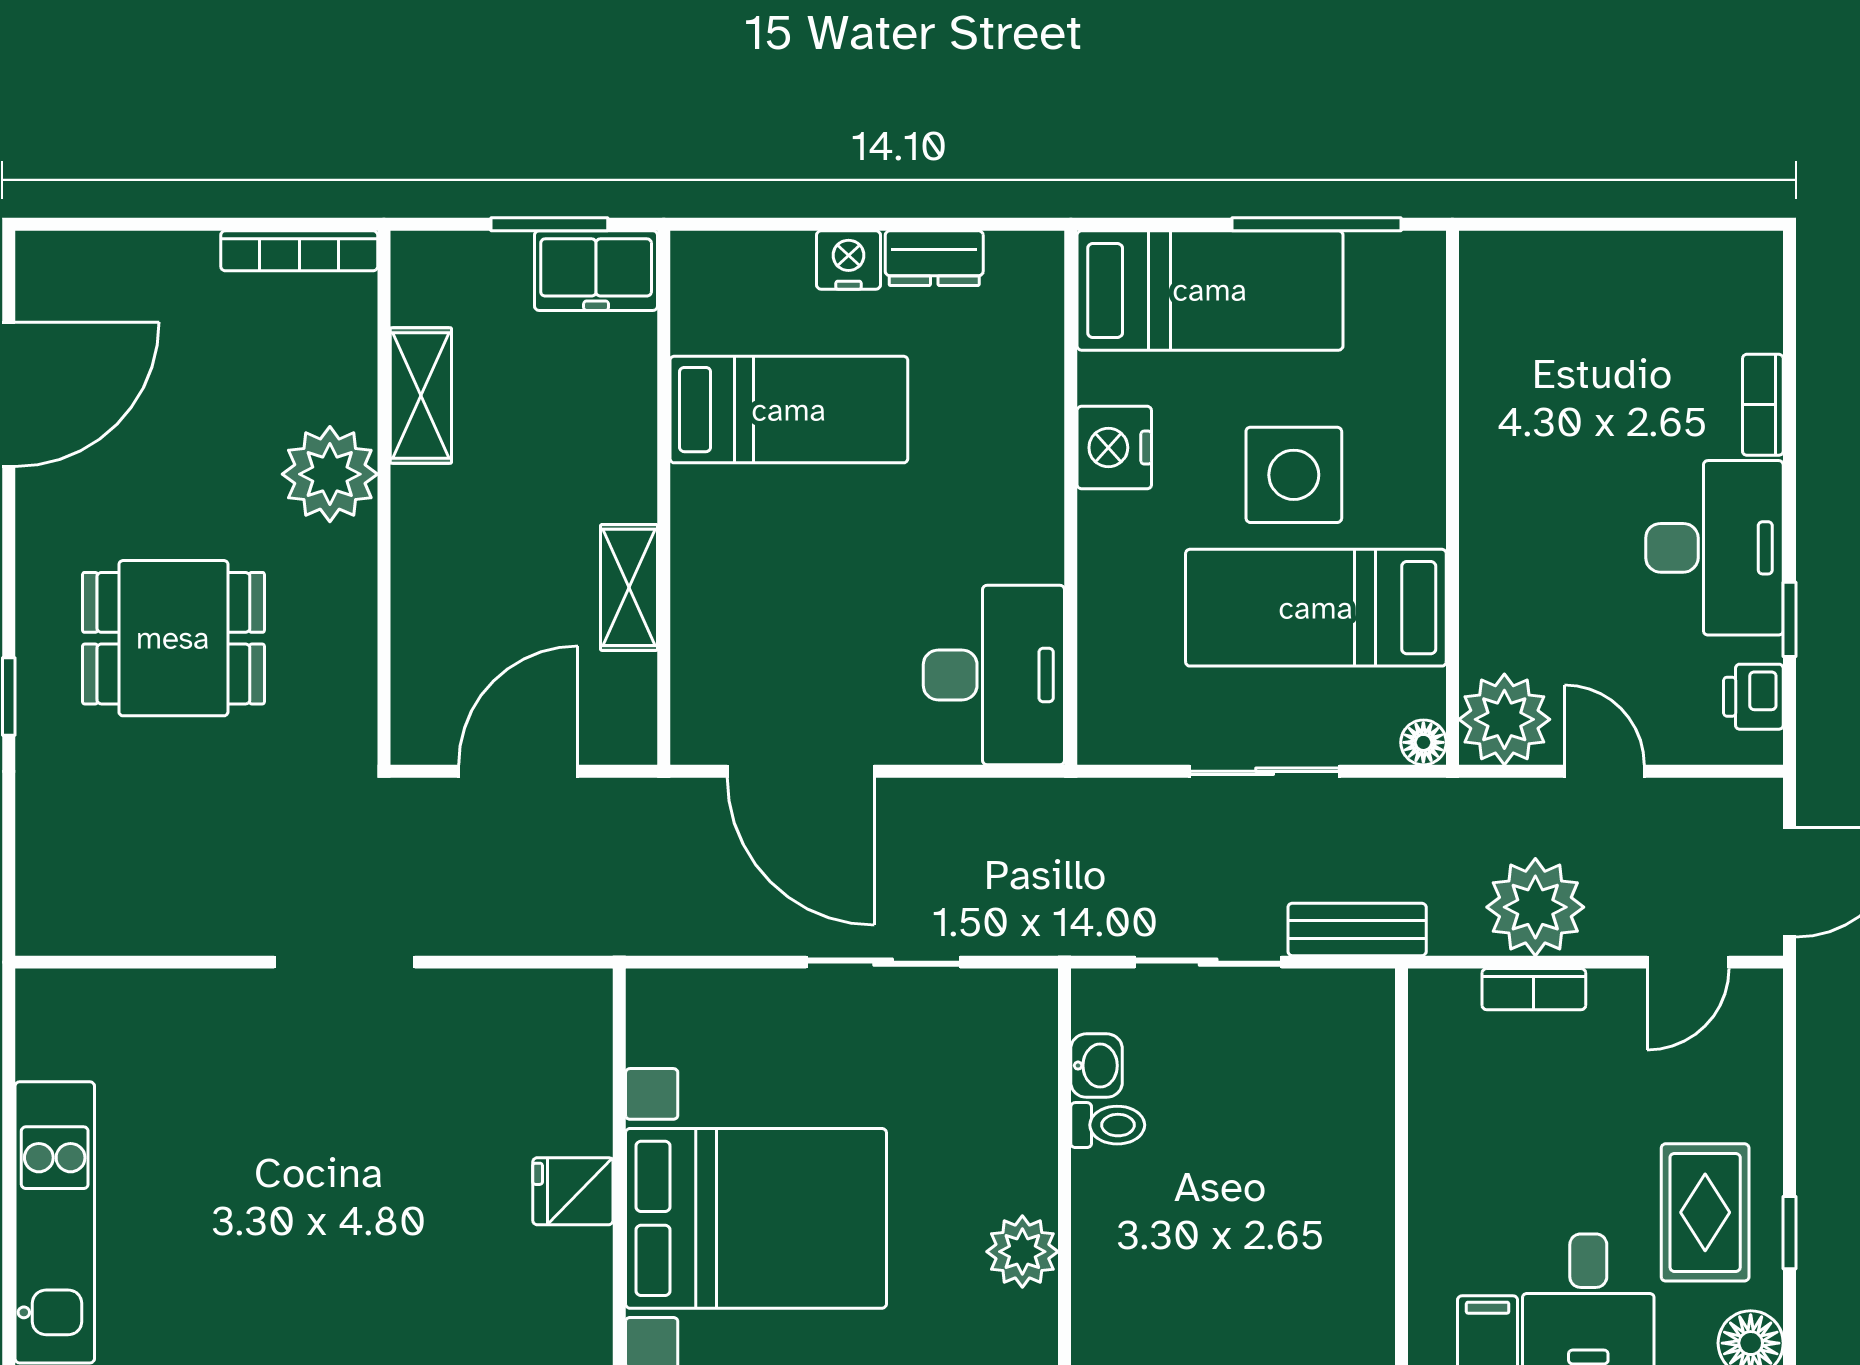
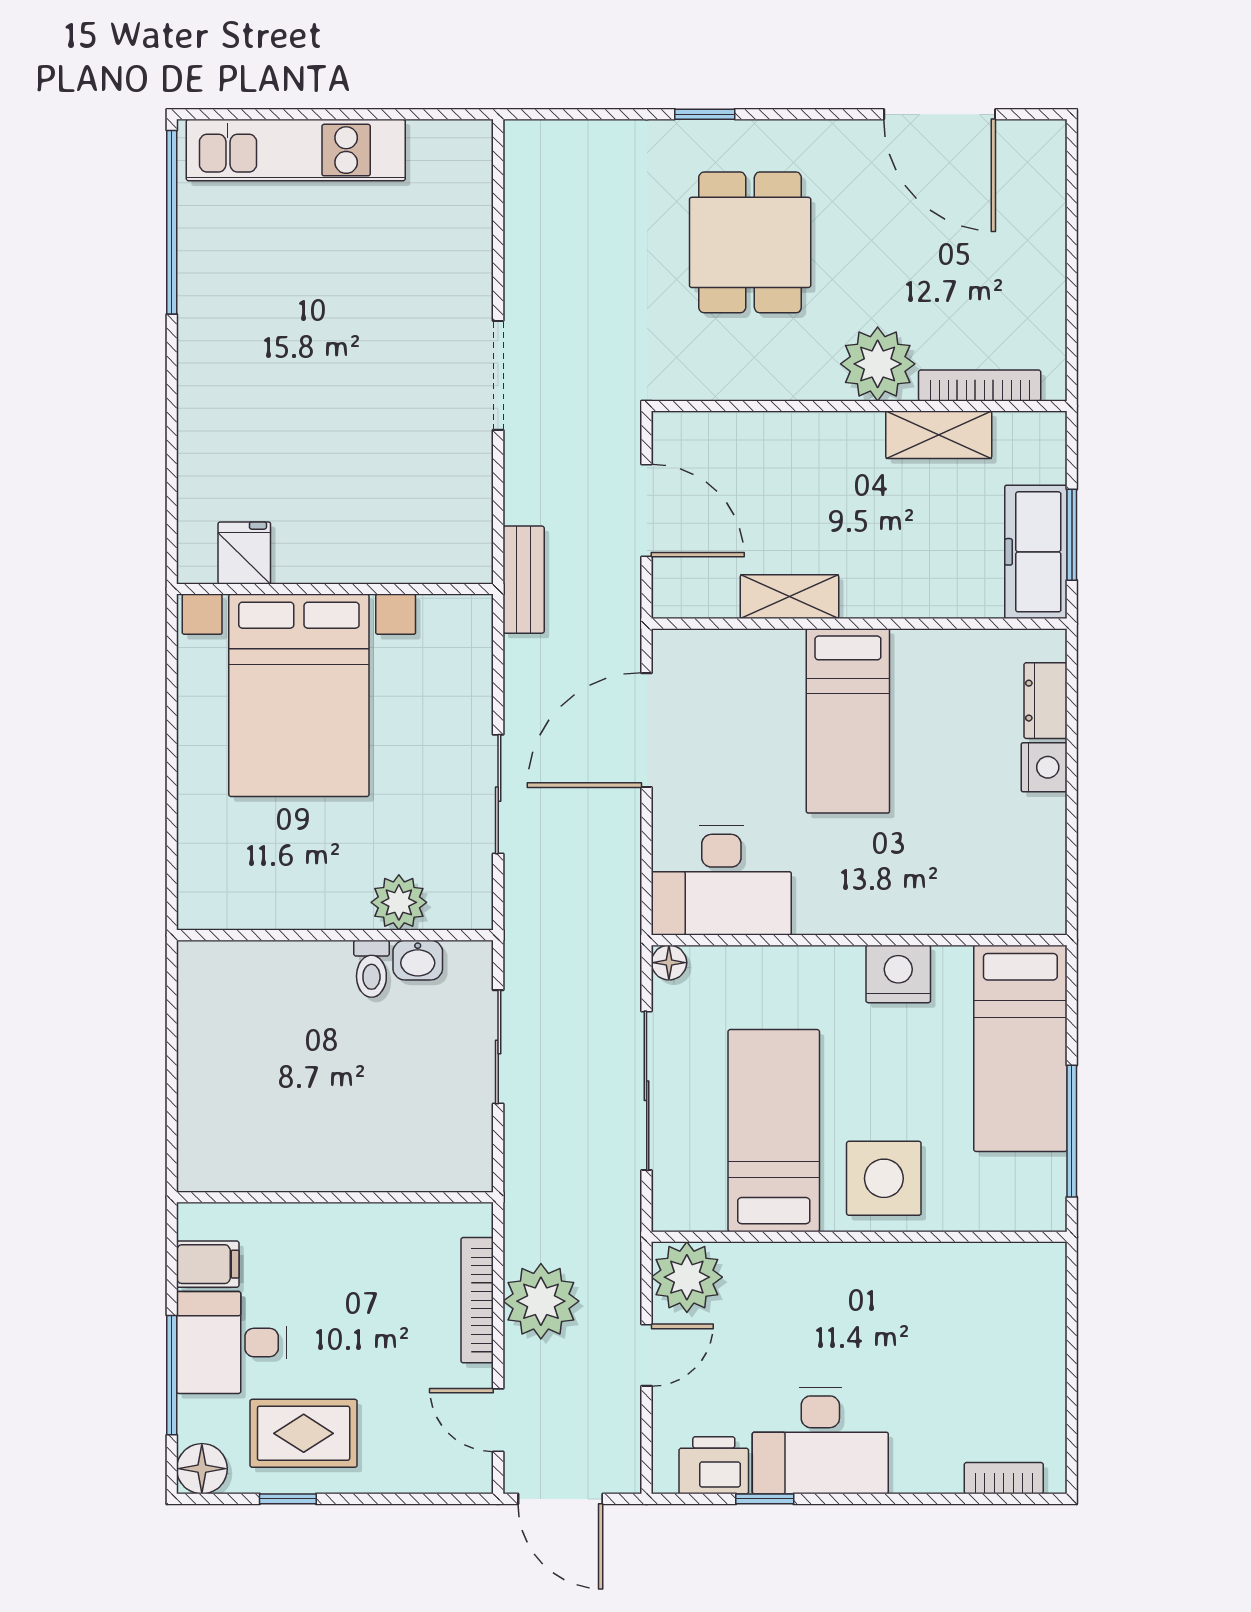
bookcase: (299, 251) -> (980, 385), moved, turned 90
dresser: (934, 258) -> (1045, 701), moved
freezer: (596, 271) -> (1036, 552), width x1.40
bookcase: (1763, 405) -> (1004, 1478), moved
bed: (789, 410) -> (848, 721), moved
side table: (1294, 475) -> (884, 1178), moved
printer: (1753, 697) -> (714, 1465), width x1.36, depth x1.24
floor lamp: (1423, 742) -> (669, 963), moved
sliding door: (1265, 771) -> (647, 1091), width x1.37
bench: (1357, 929) -> (524, 580), moved
bookcase: (1534, 989) -> (477, 1300), width x1.56
fridge: (573, 1191) -> (244, 553), moved
plant: (1022, 1252) -> (399, 902), moved

